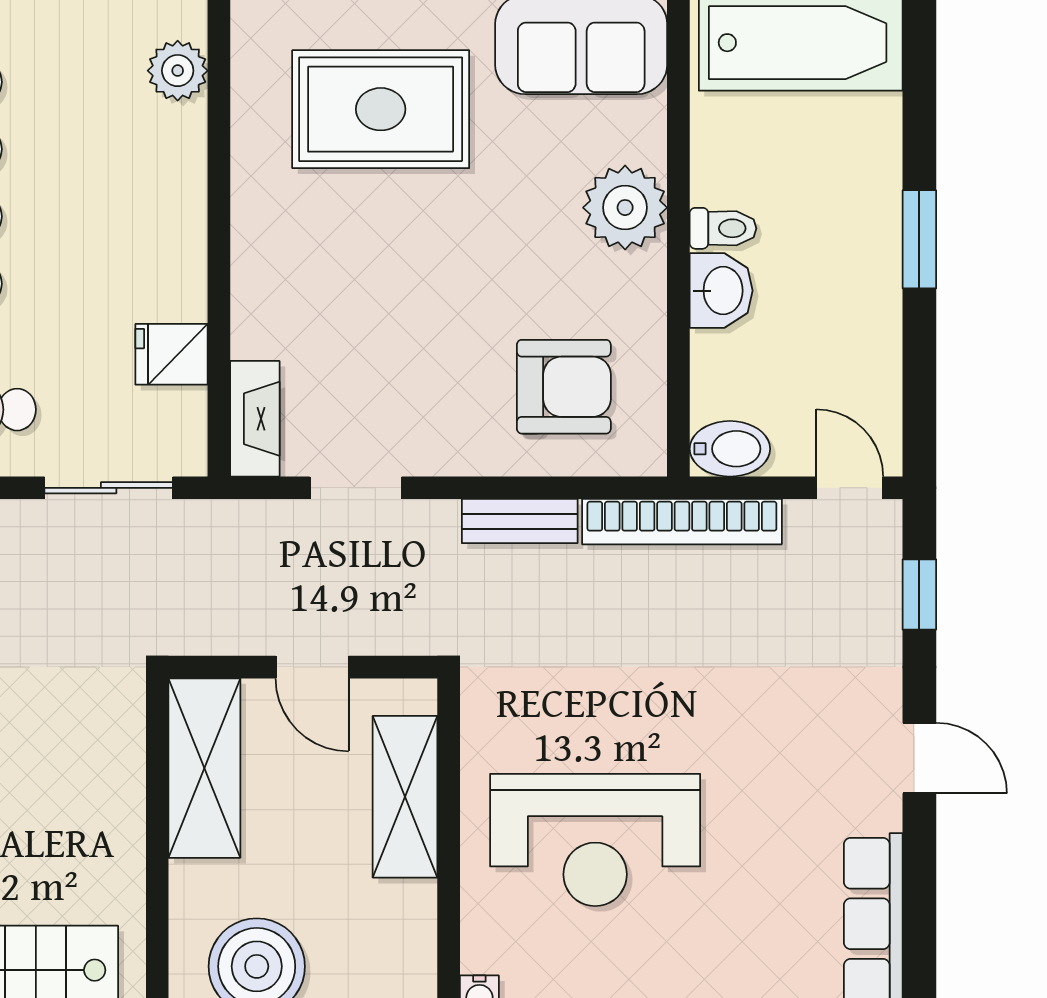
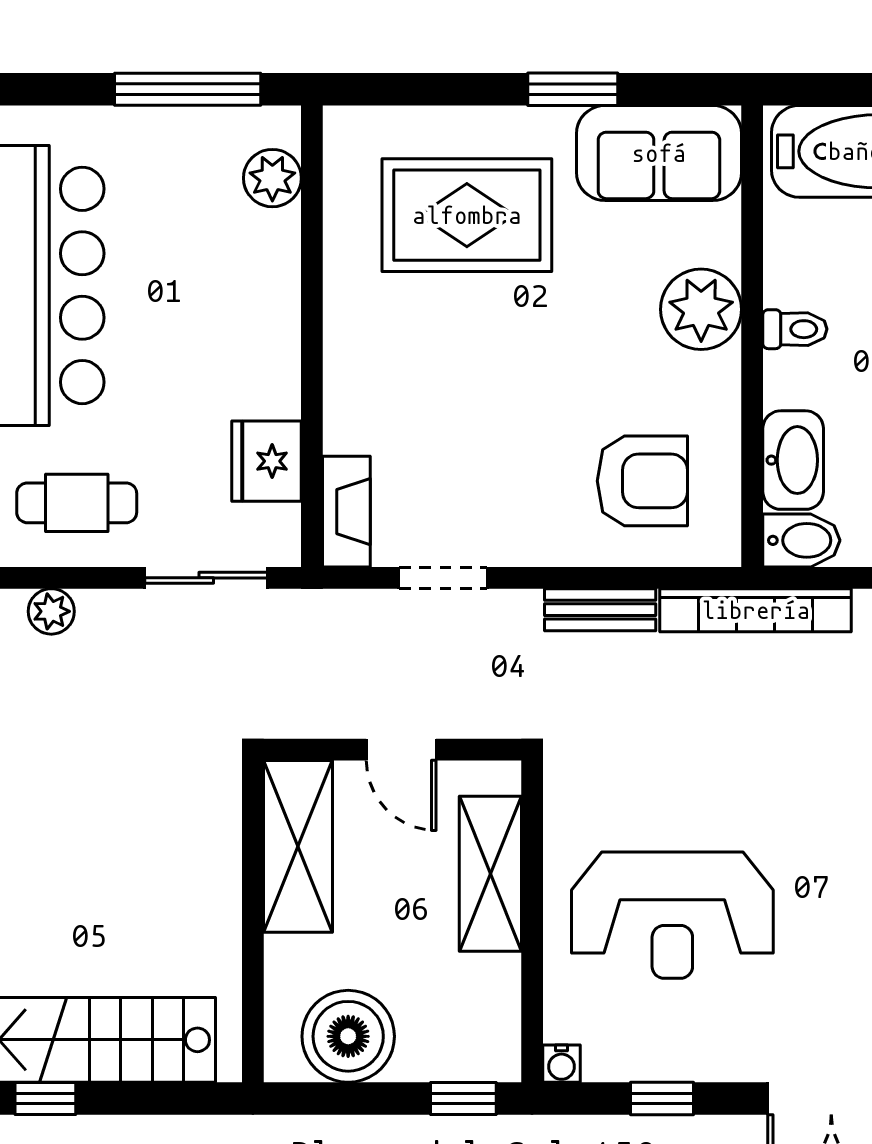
washbasin: (721, 291) -> (793, 460), moved, width x1.38
fridge: (172, 354) -> (267, 461), width x1.38

